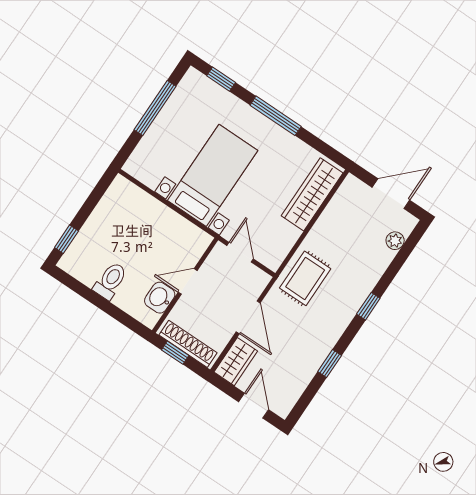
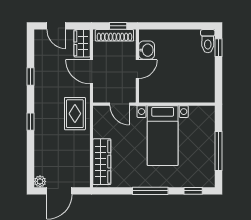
plant: (395, 241) -> (40, 181), moved
toilet: (110, 281) -> (208, 41), moved

